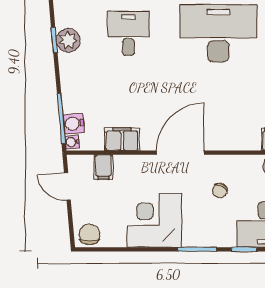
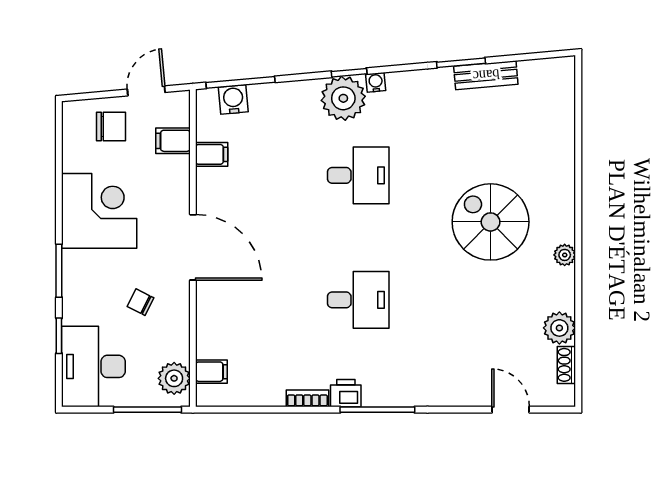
desk: (218, 33) -> (358, 300), width x0.53, depth x0.77
plant: (68, 40) -> (343, 98), width x1.36, depth x1.36
filing cabinet: (122, 139) -> (212, 154), width x0.50
water cooler: (72, 142) -> (376, 82), moved
chair: (89, 234) -> (111, 126), moved

